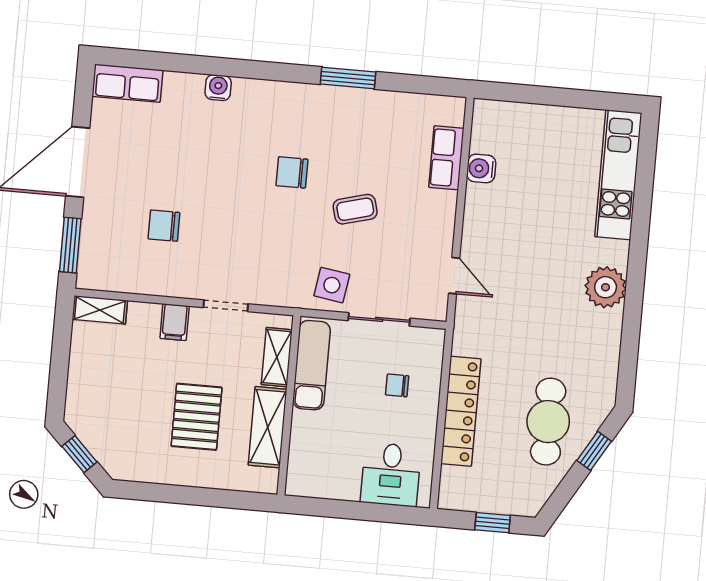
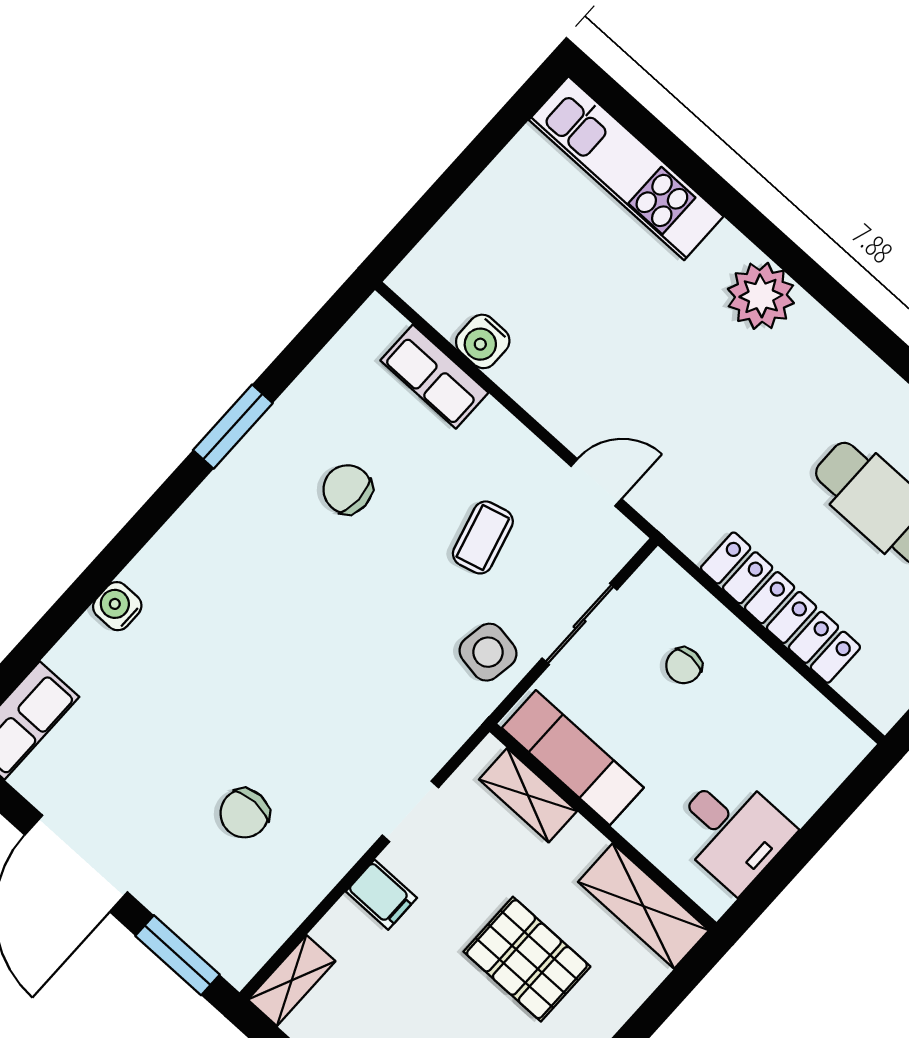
chair: (292, 172) -> (348, 489), moved, turned 90
coffee table: (355, 209) -> (483, 537), moved
shelving: (268, 427) -> (643, 906), moved
desk: (391, 474) -> (732, 831), moved

